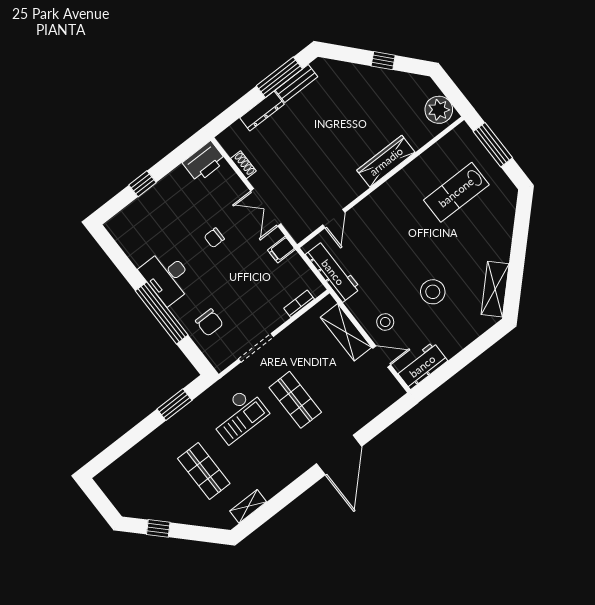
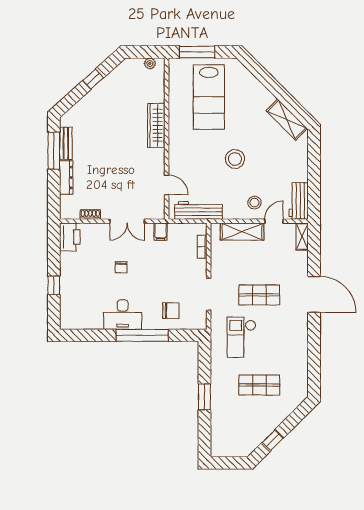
plant: (439, 110) -> (150, 63), width x0.53, depth x0.53
lab bench: (456, 192) -> (209, 97), width x1.36, depth x1.39
stool: (433, 292) -> (235, 159), moved
window: (174, 405) -> (204, 397), moved
checkout: (238, 415) -> (241, 337), turned 180
shelving: (248, 506) -> (302, 236), moved

